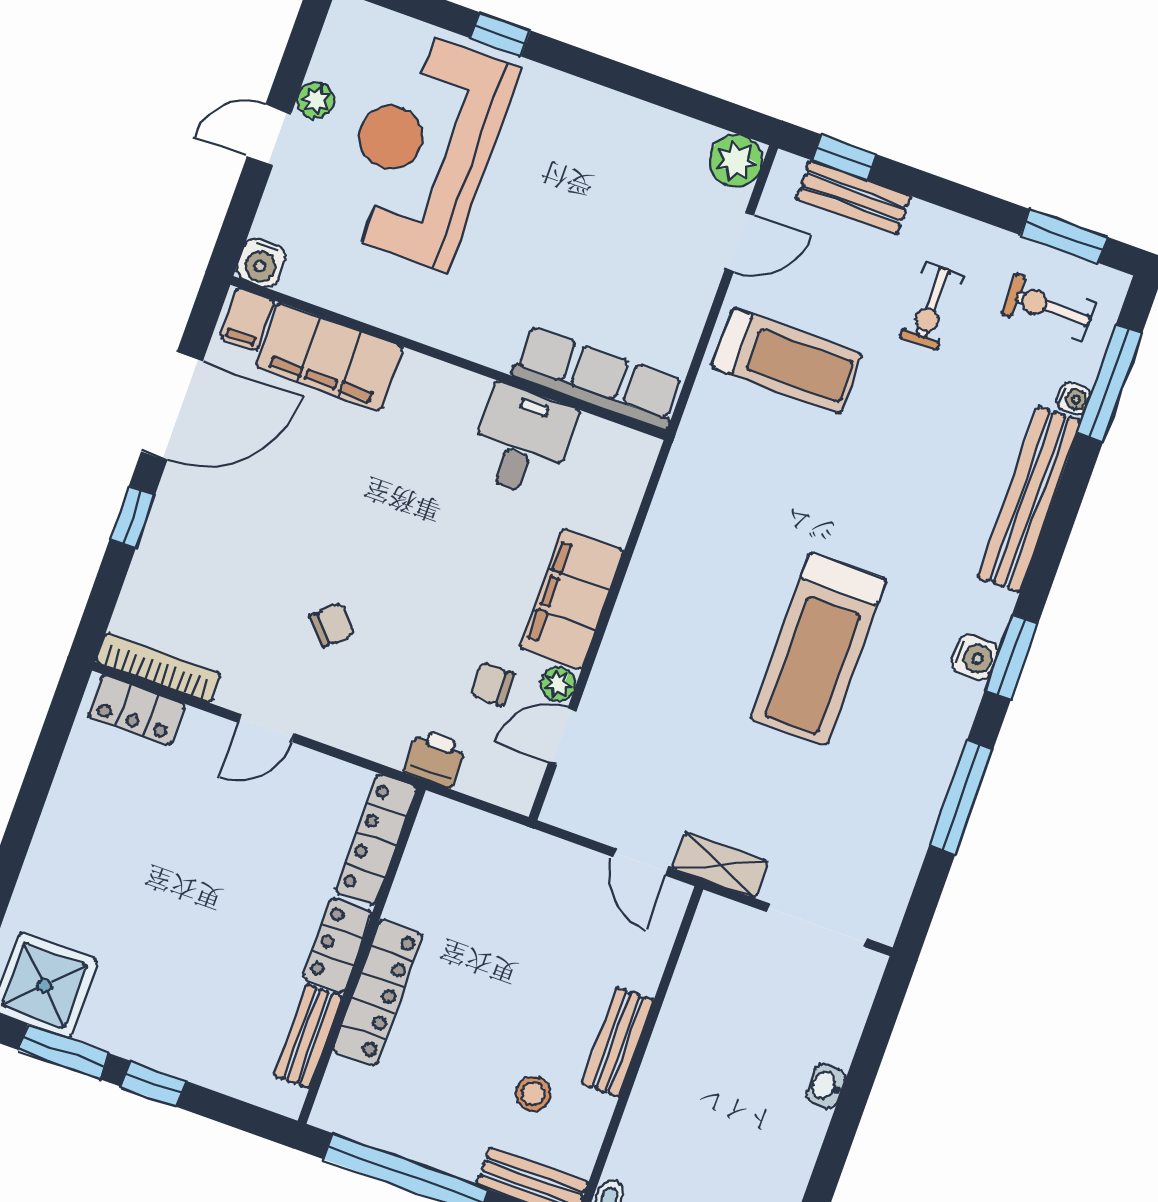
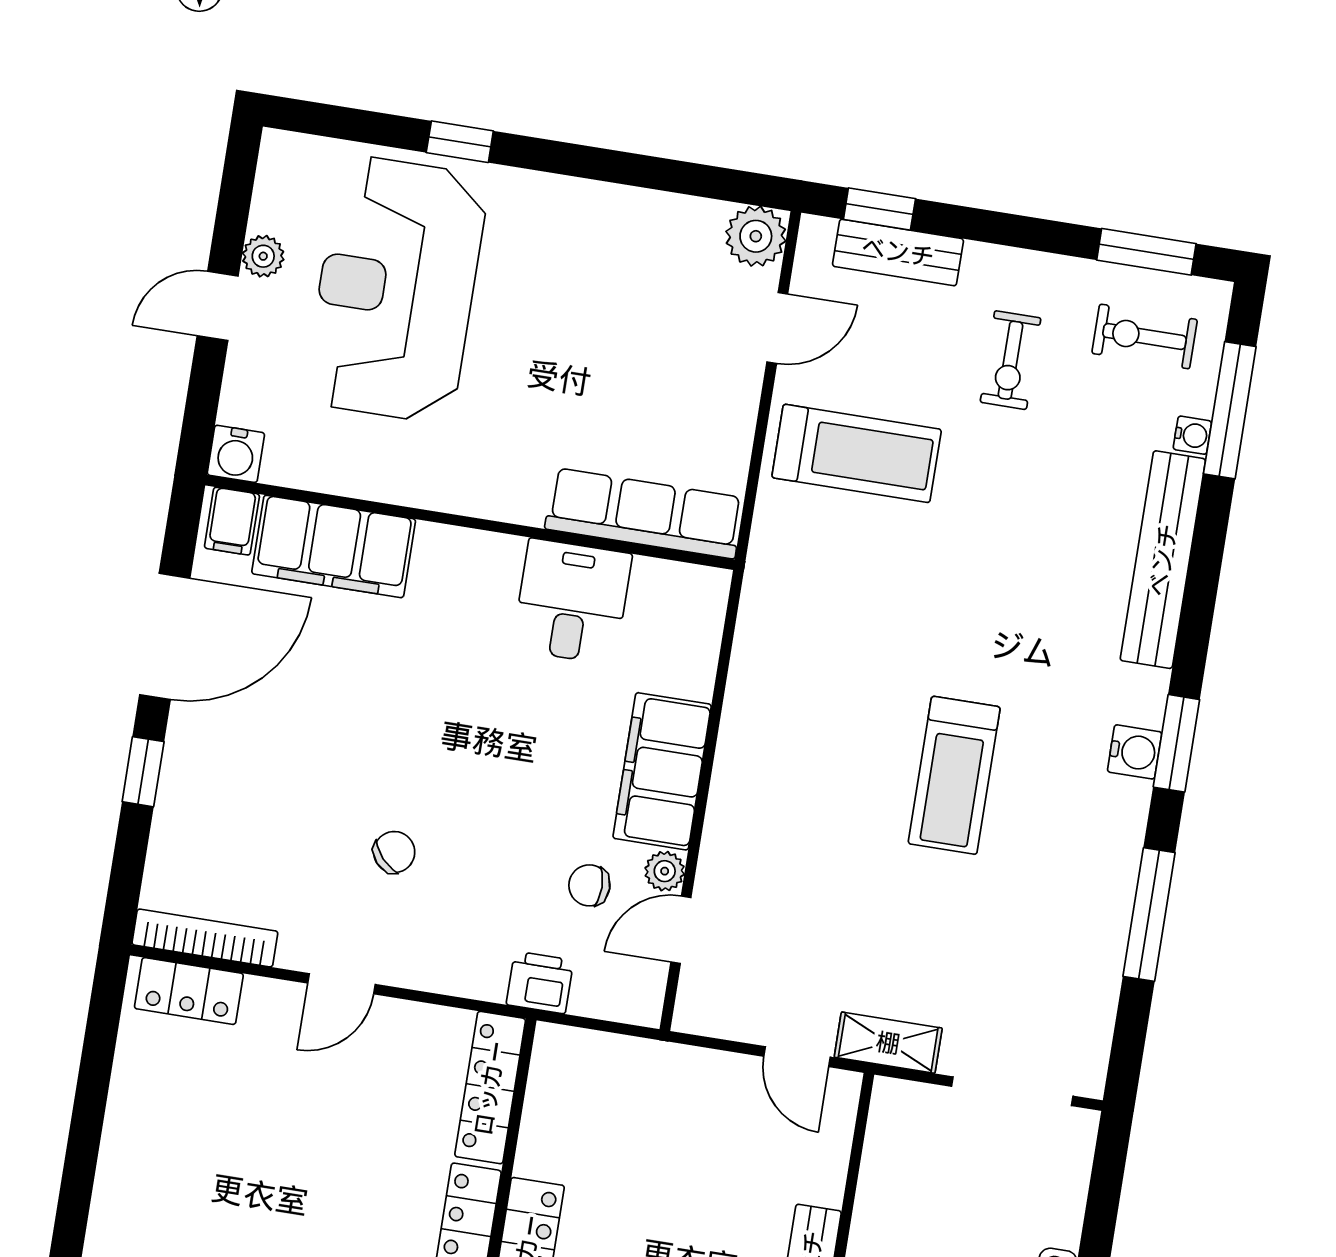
treadmill: (818, 649) -> (954, 775), width x0.73, depth x0.73

